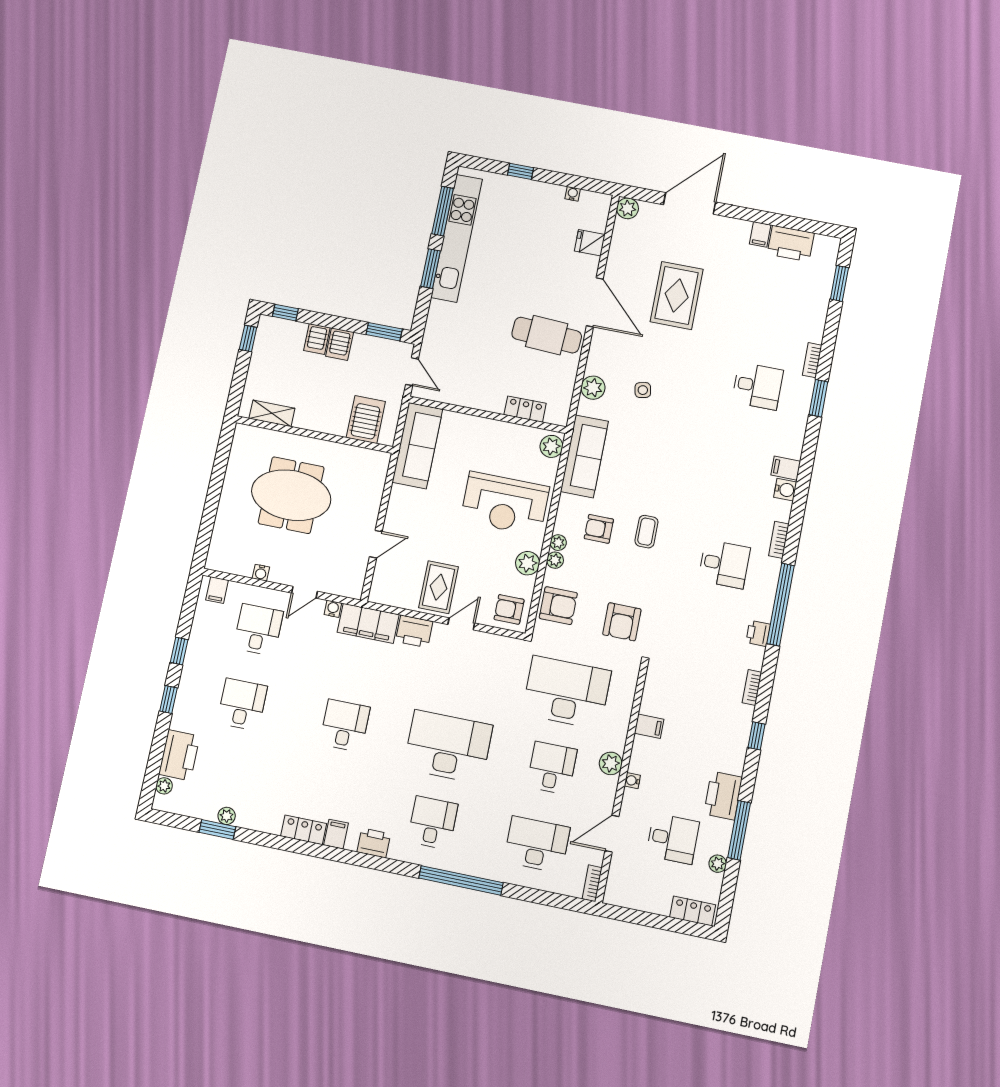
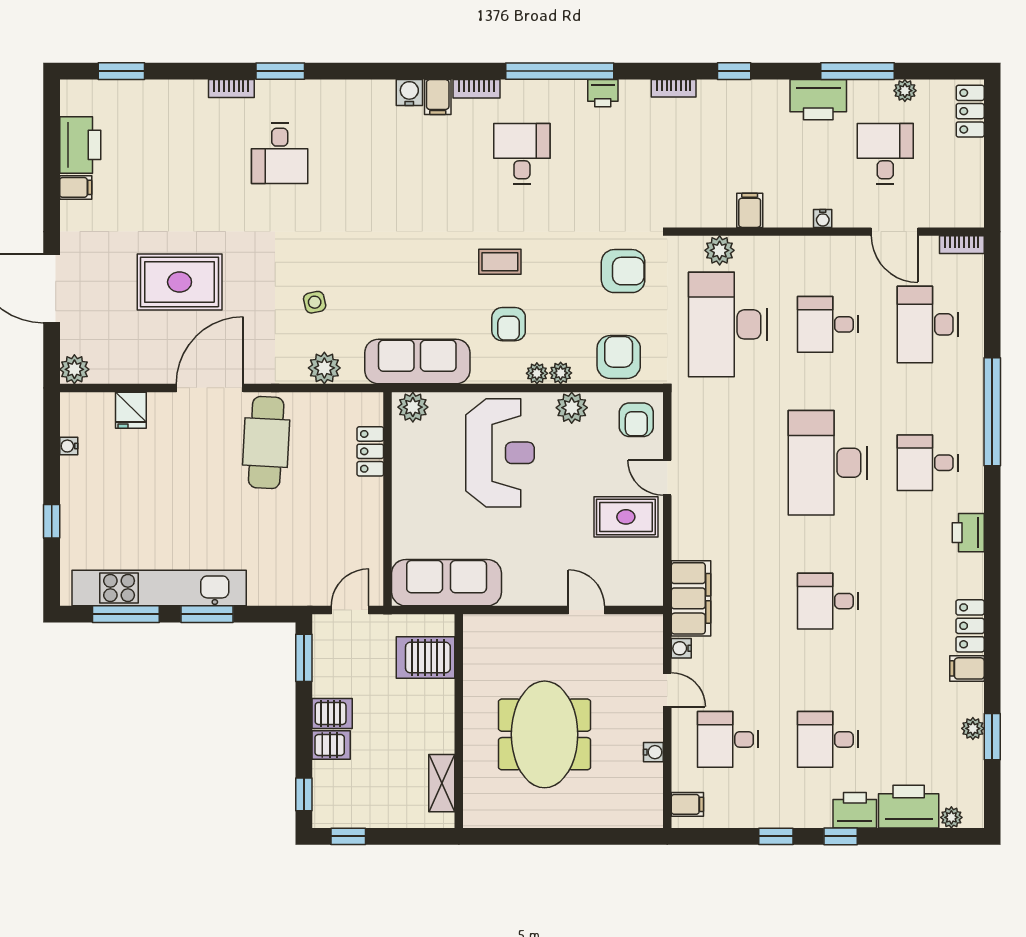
desk: (757, 386) -> (280, 153), turned 180
filing cabinet: (786, 468) -> (438, 97), moved
printer: (414, 631) -> (855, 810), moved, turned -90
plant: (611, 763) -> (720, 250), moved
filing cabinet: (336, 834) -> (967, 668), moved

